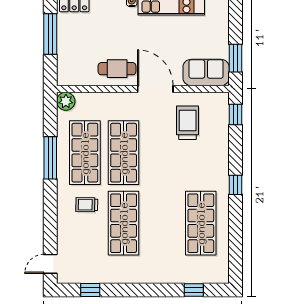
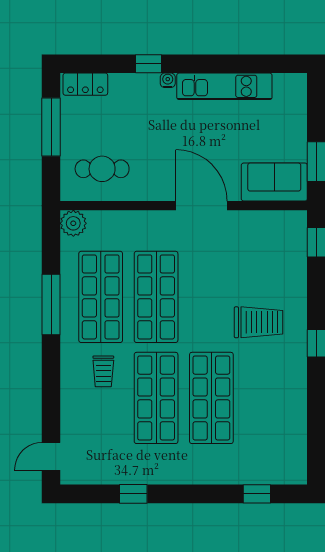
cafe table: (117, 69) -> (102, 169), moved
trolley: (188, 123) -> (259, 322), moved, turned 90
trolley: (87, 205) -> (103, 371), turned -91
shop shelf: (201, 223) -> (211, 398), moved
window: (90, 290) -> (133, 494), moved

